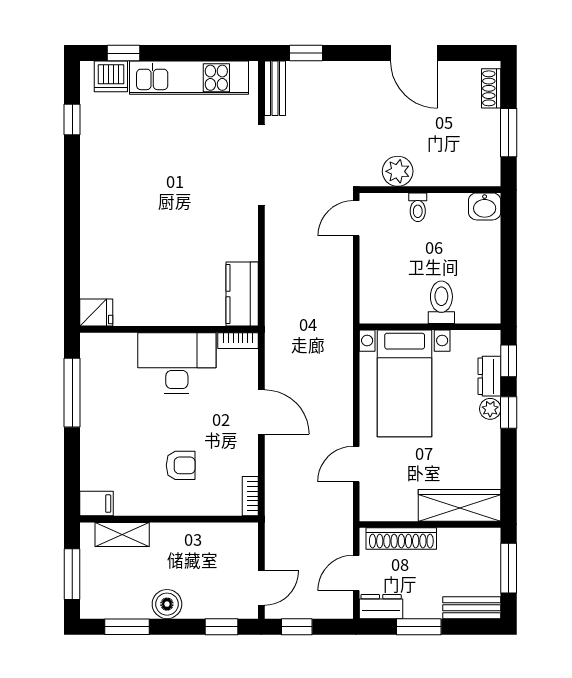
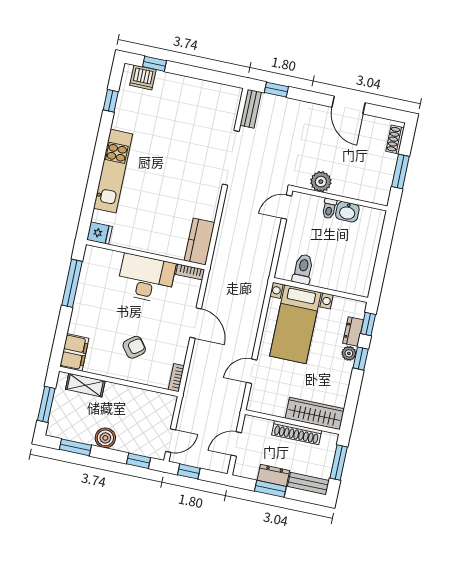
kitchen unit: (189, 78) -> (113, 171), moved, turned -90
washbasin: (485, 206) -> (347, 212), moved
toilet: (441, 302) -> (303, 269), moved
armchair: (181, 465) -> (134, 347), turned -37
filing cabinet: (97, 504) -> (74, 352), width x2.00
shoe rack: (401, 538) -> (297, 433), moved
dresser: (381, 607) -> (273, 475), moved

